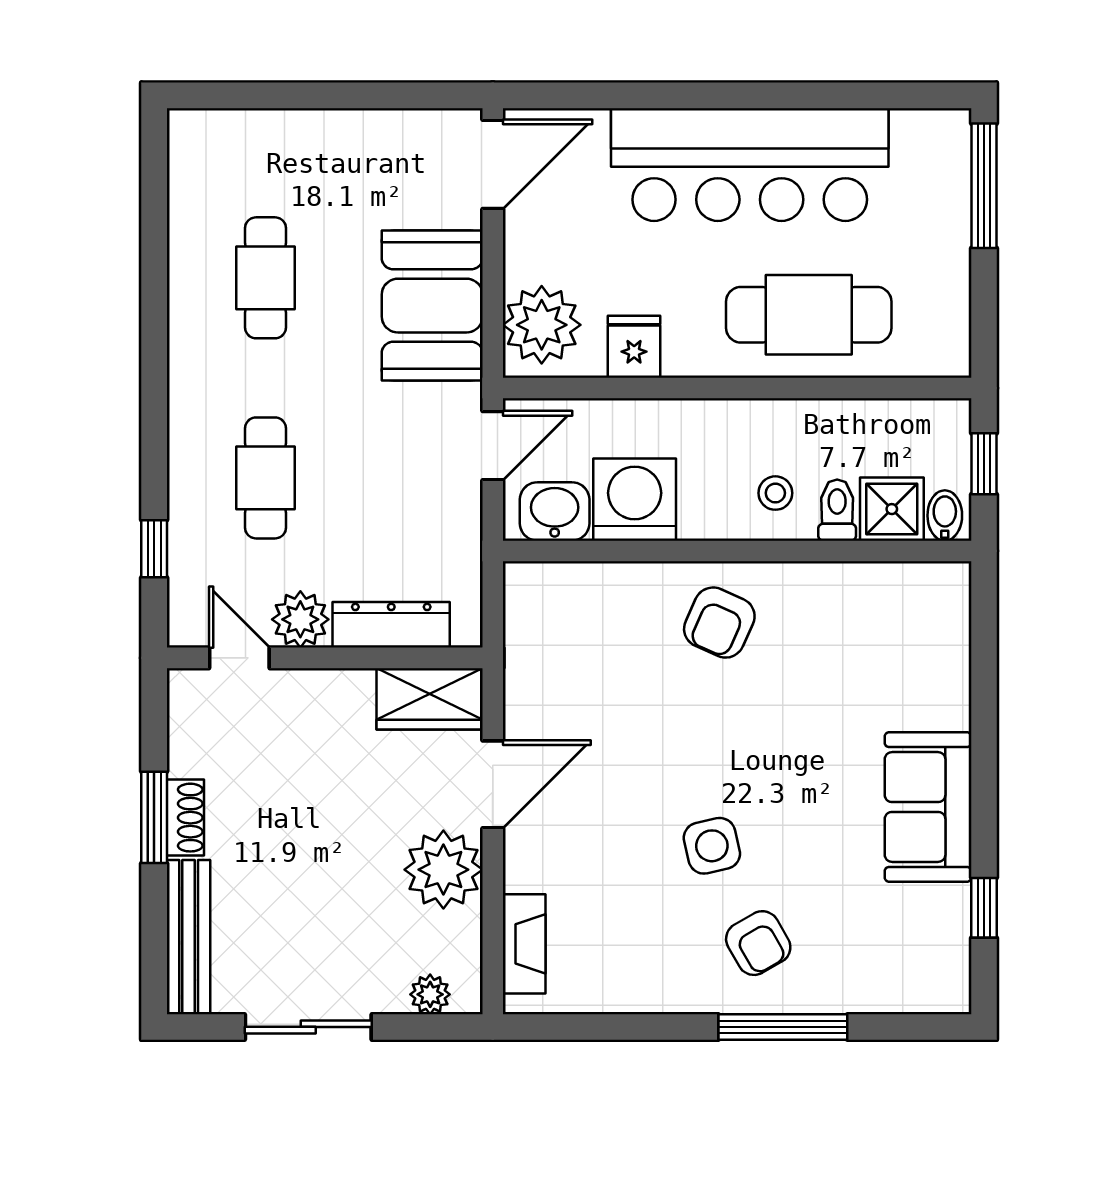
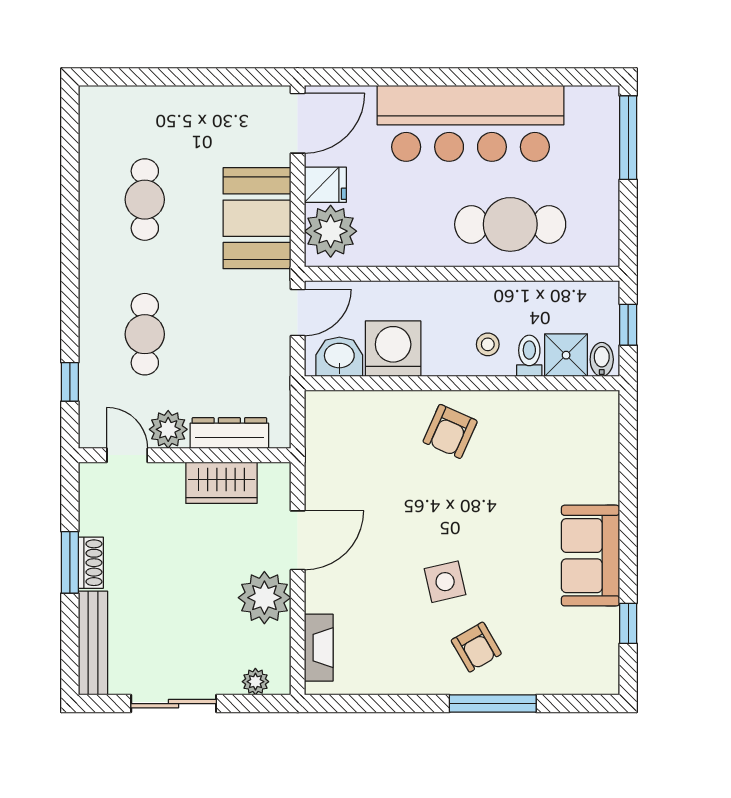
fridge: (634, 347) -> (325, 185), moved, turned 90
wardrobe: (430, 699) -> (221, 483), moved

